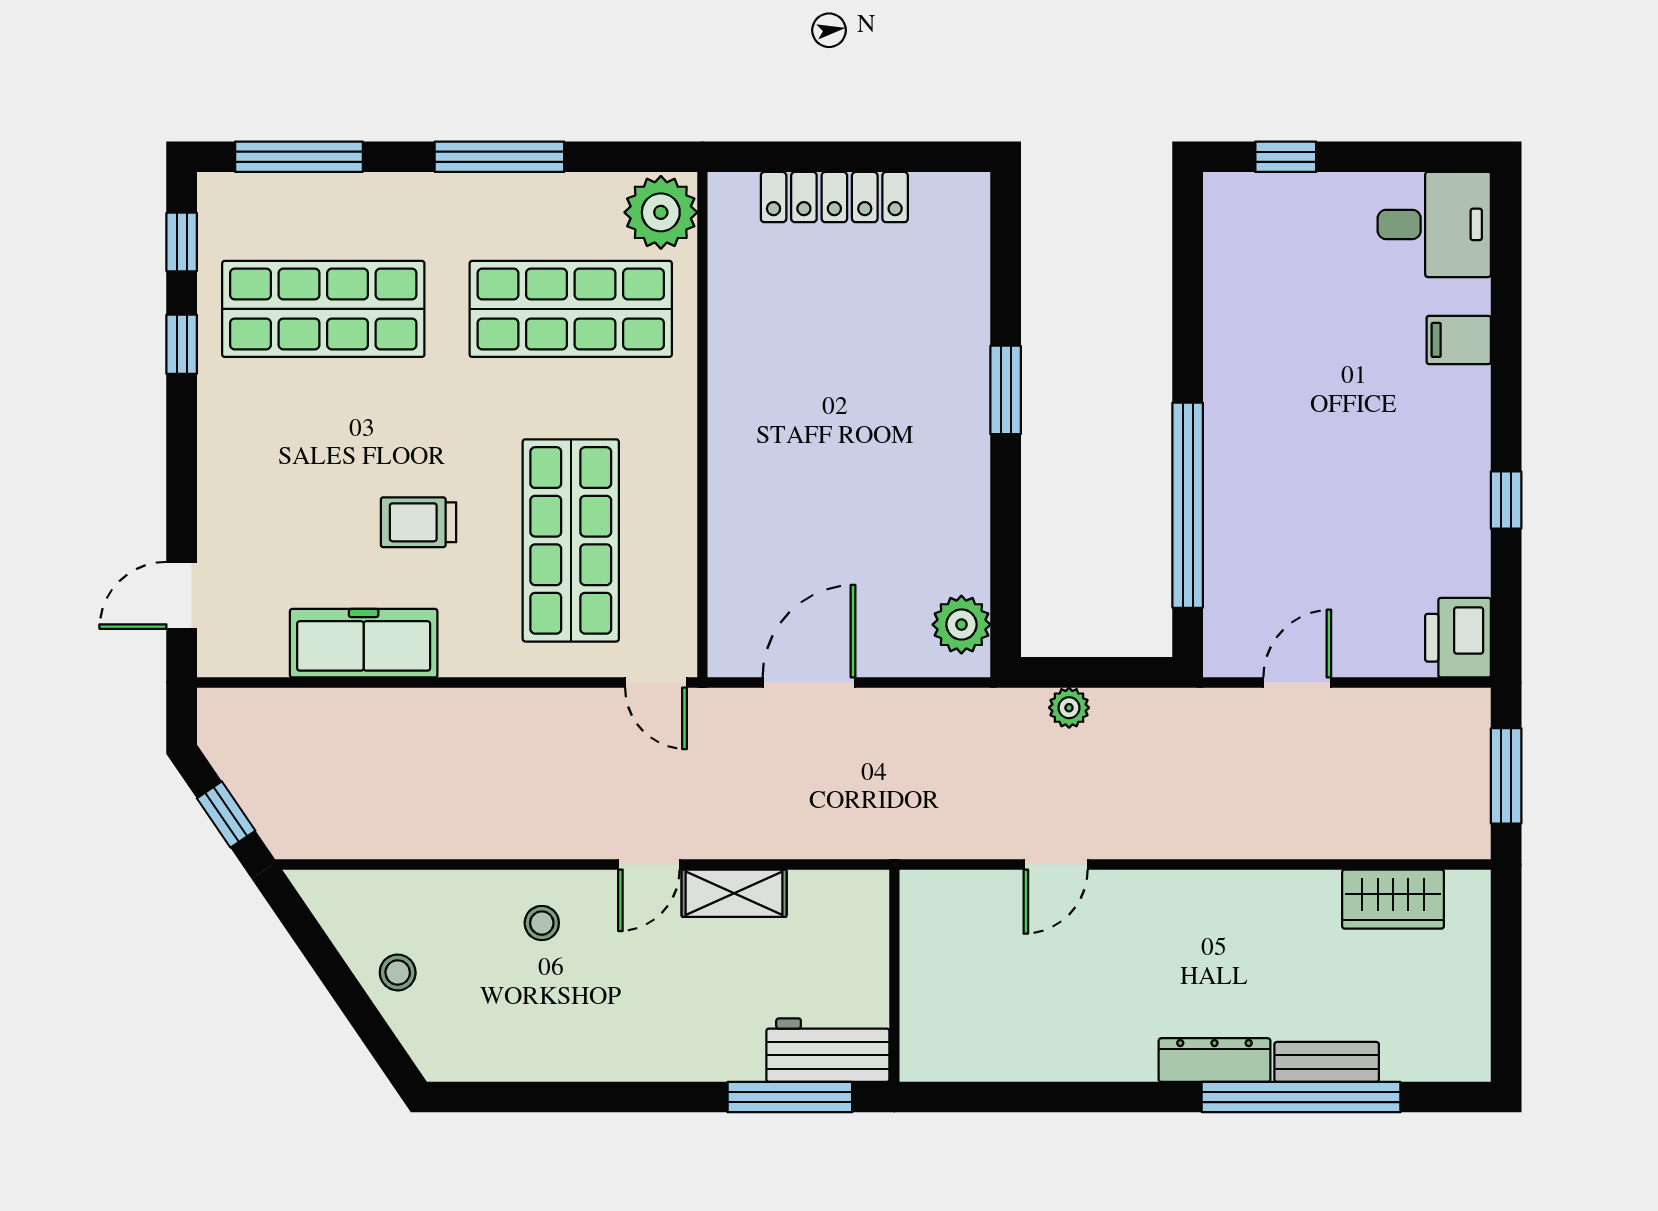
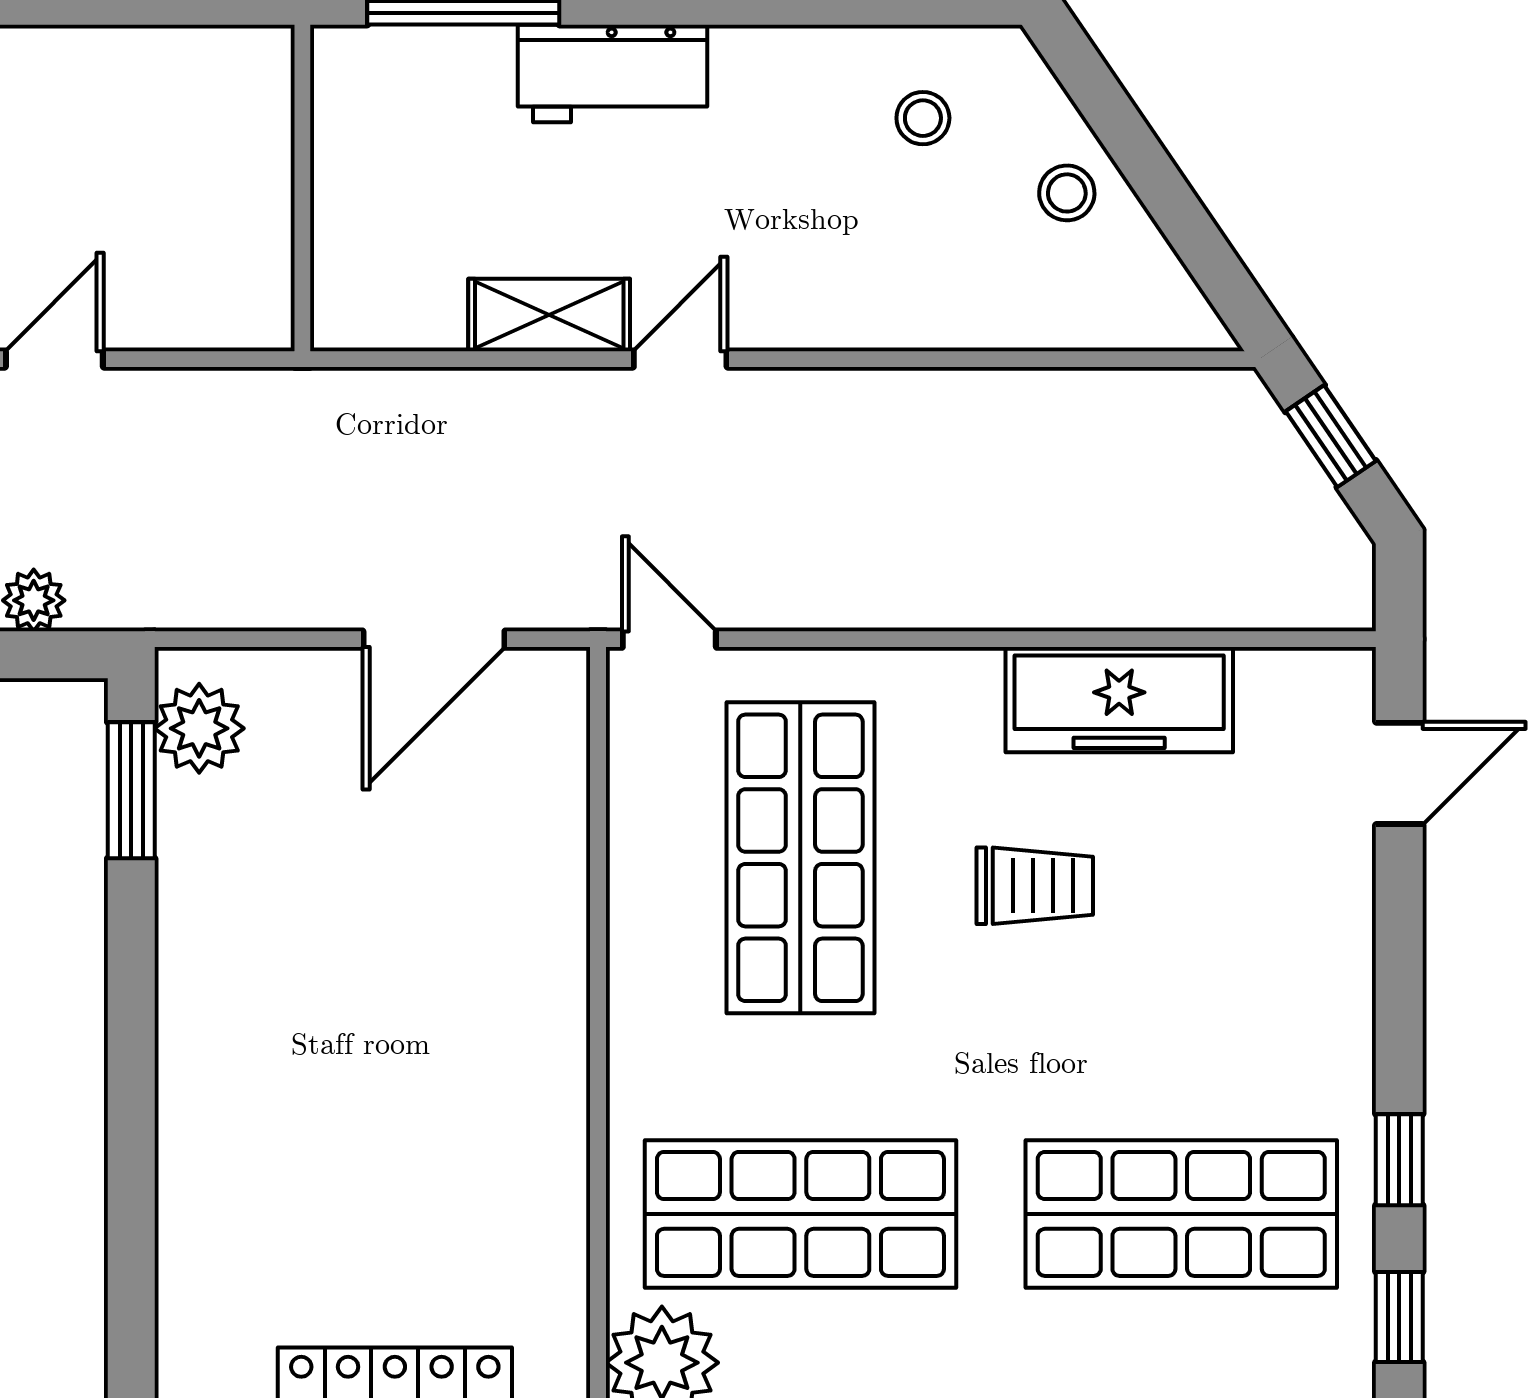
window: (1006, 390) -> (131, 790), moved
stool: (542, 923) -> (923, 118), moved
workbench: (828, 1050) -> (613, 73), moved

